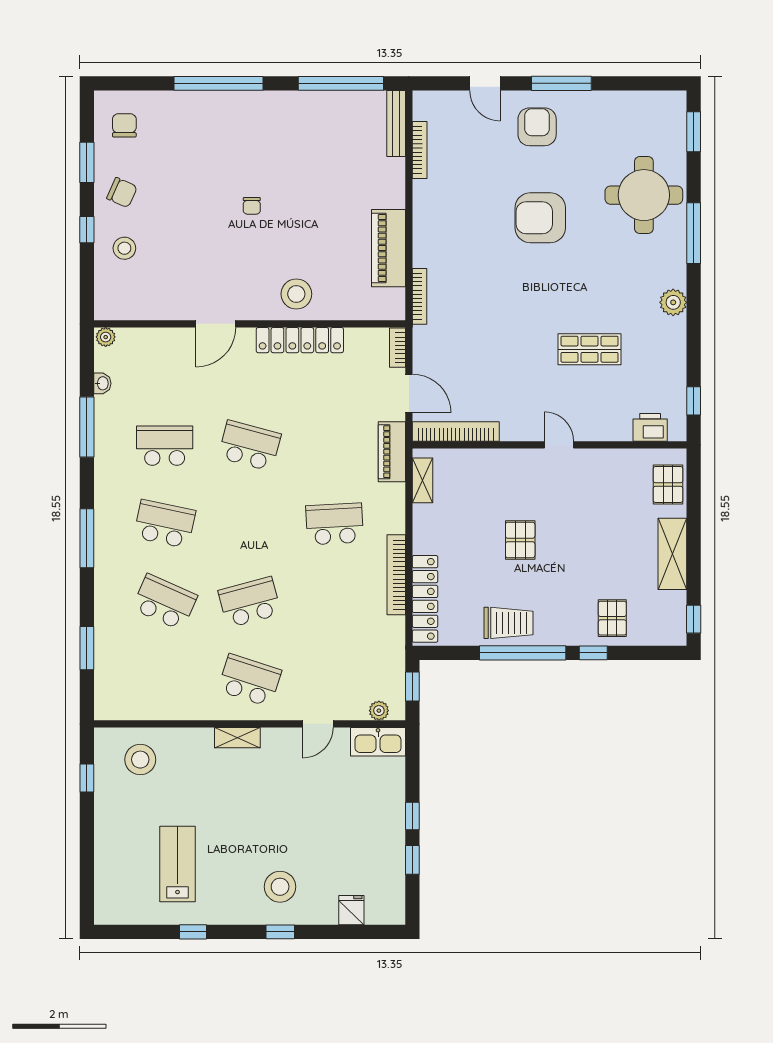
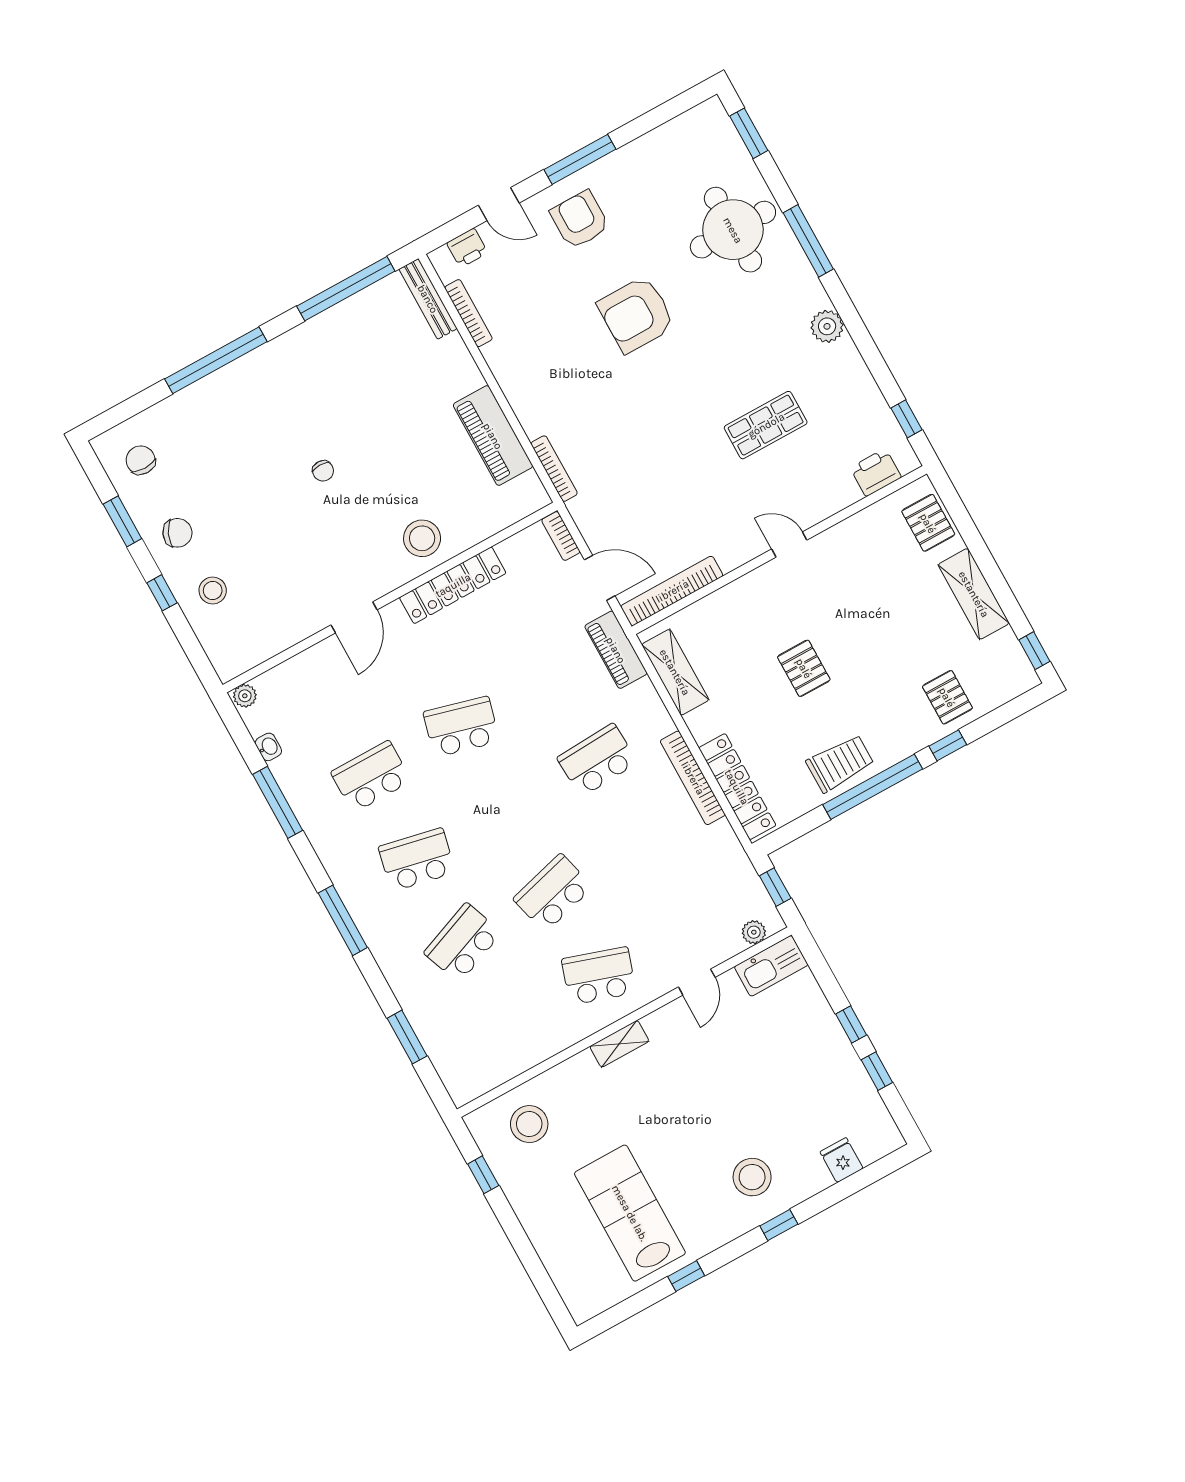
printer: (445, 102) -> (467, 248), added
shelving: (422, 480) -> (675, 672), width x1.50, depth x1.33
school desk: (165, 602) -> (463, 943), turned -45
lab bench: (178, 864) -> (630, 1213), width x1.36, depth x1.39

